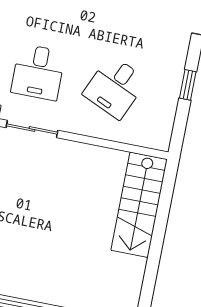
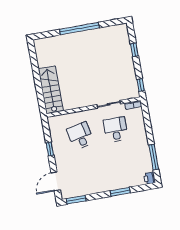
desk: (115, 87) -> (80, 136), turned -36

